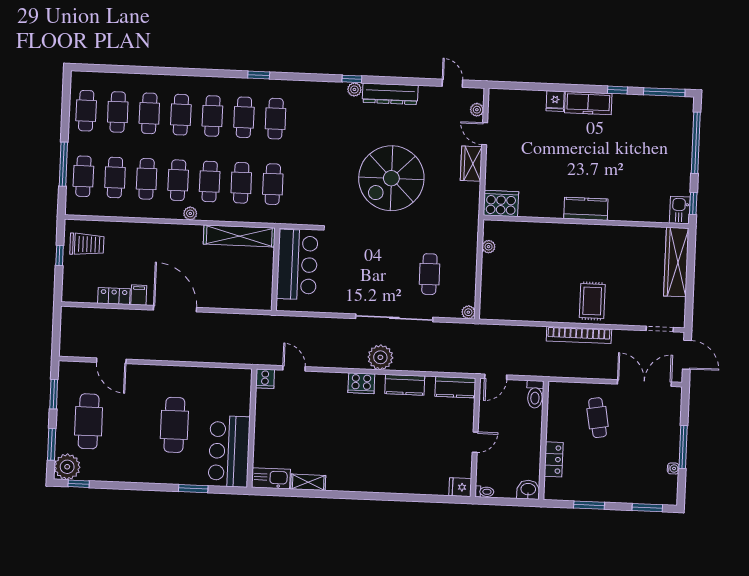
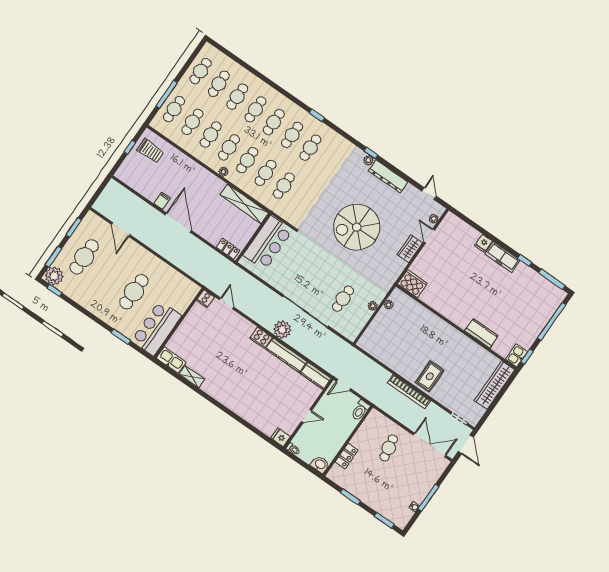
kitchen counter: (586, 209) -> (481, 333), moved
locker: (114, 296) -> (228, 249), moved
plant: (468, 312) -> (373, 306), moved
kitchen counter: (405, 385) -> (286, 355), width x1.50

